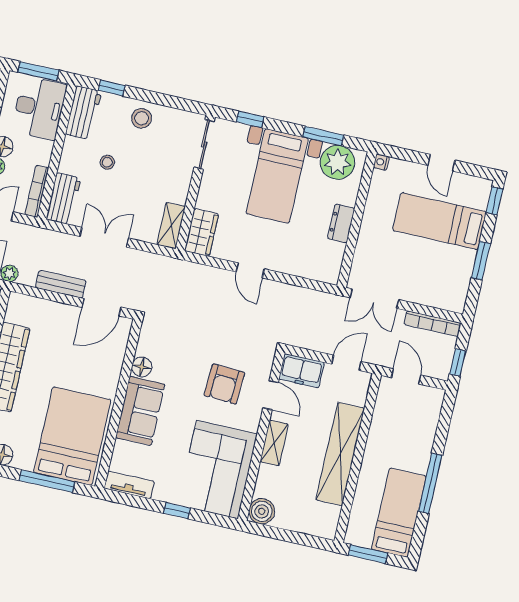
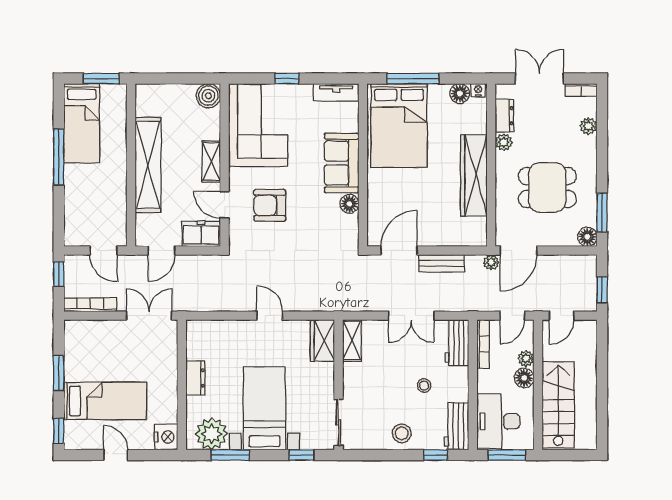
nightstand: (381, 162) -> (166, 437), width x1.89, depth x1.79
armchair: (224, 384) -> (270, 205), turned -93

